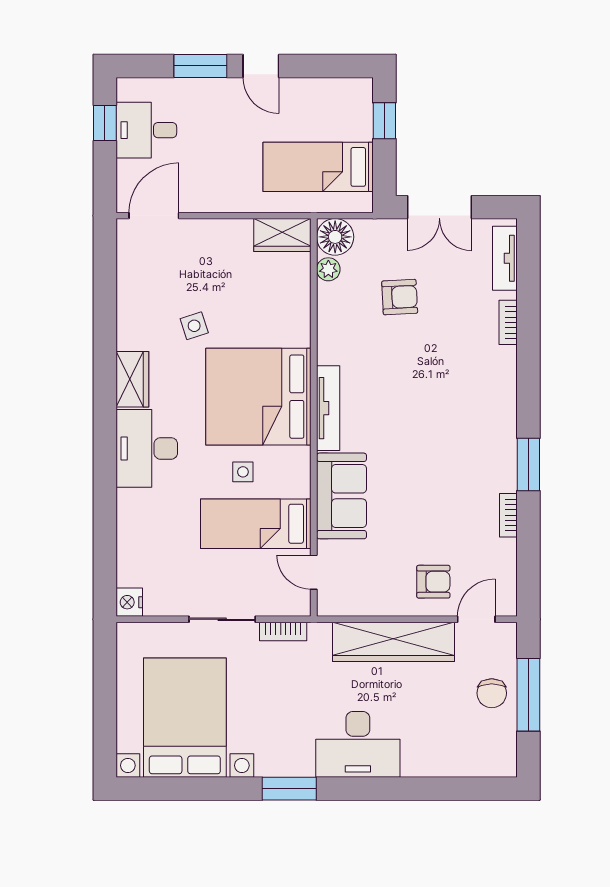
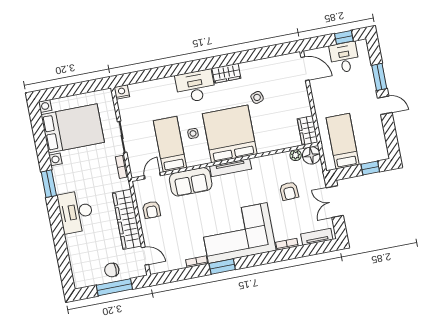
door: (261, 66) -> (385, 105), swing flipped
corner sofa: (466, 419) -> (238, 233), added
armchair: (433, 582) -> (152, 210), moved

